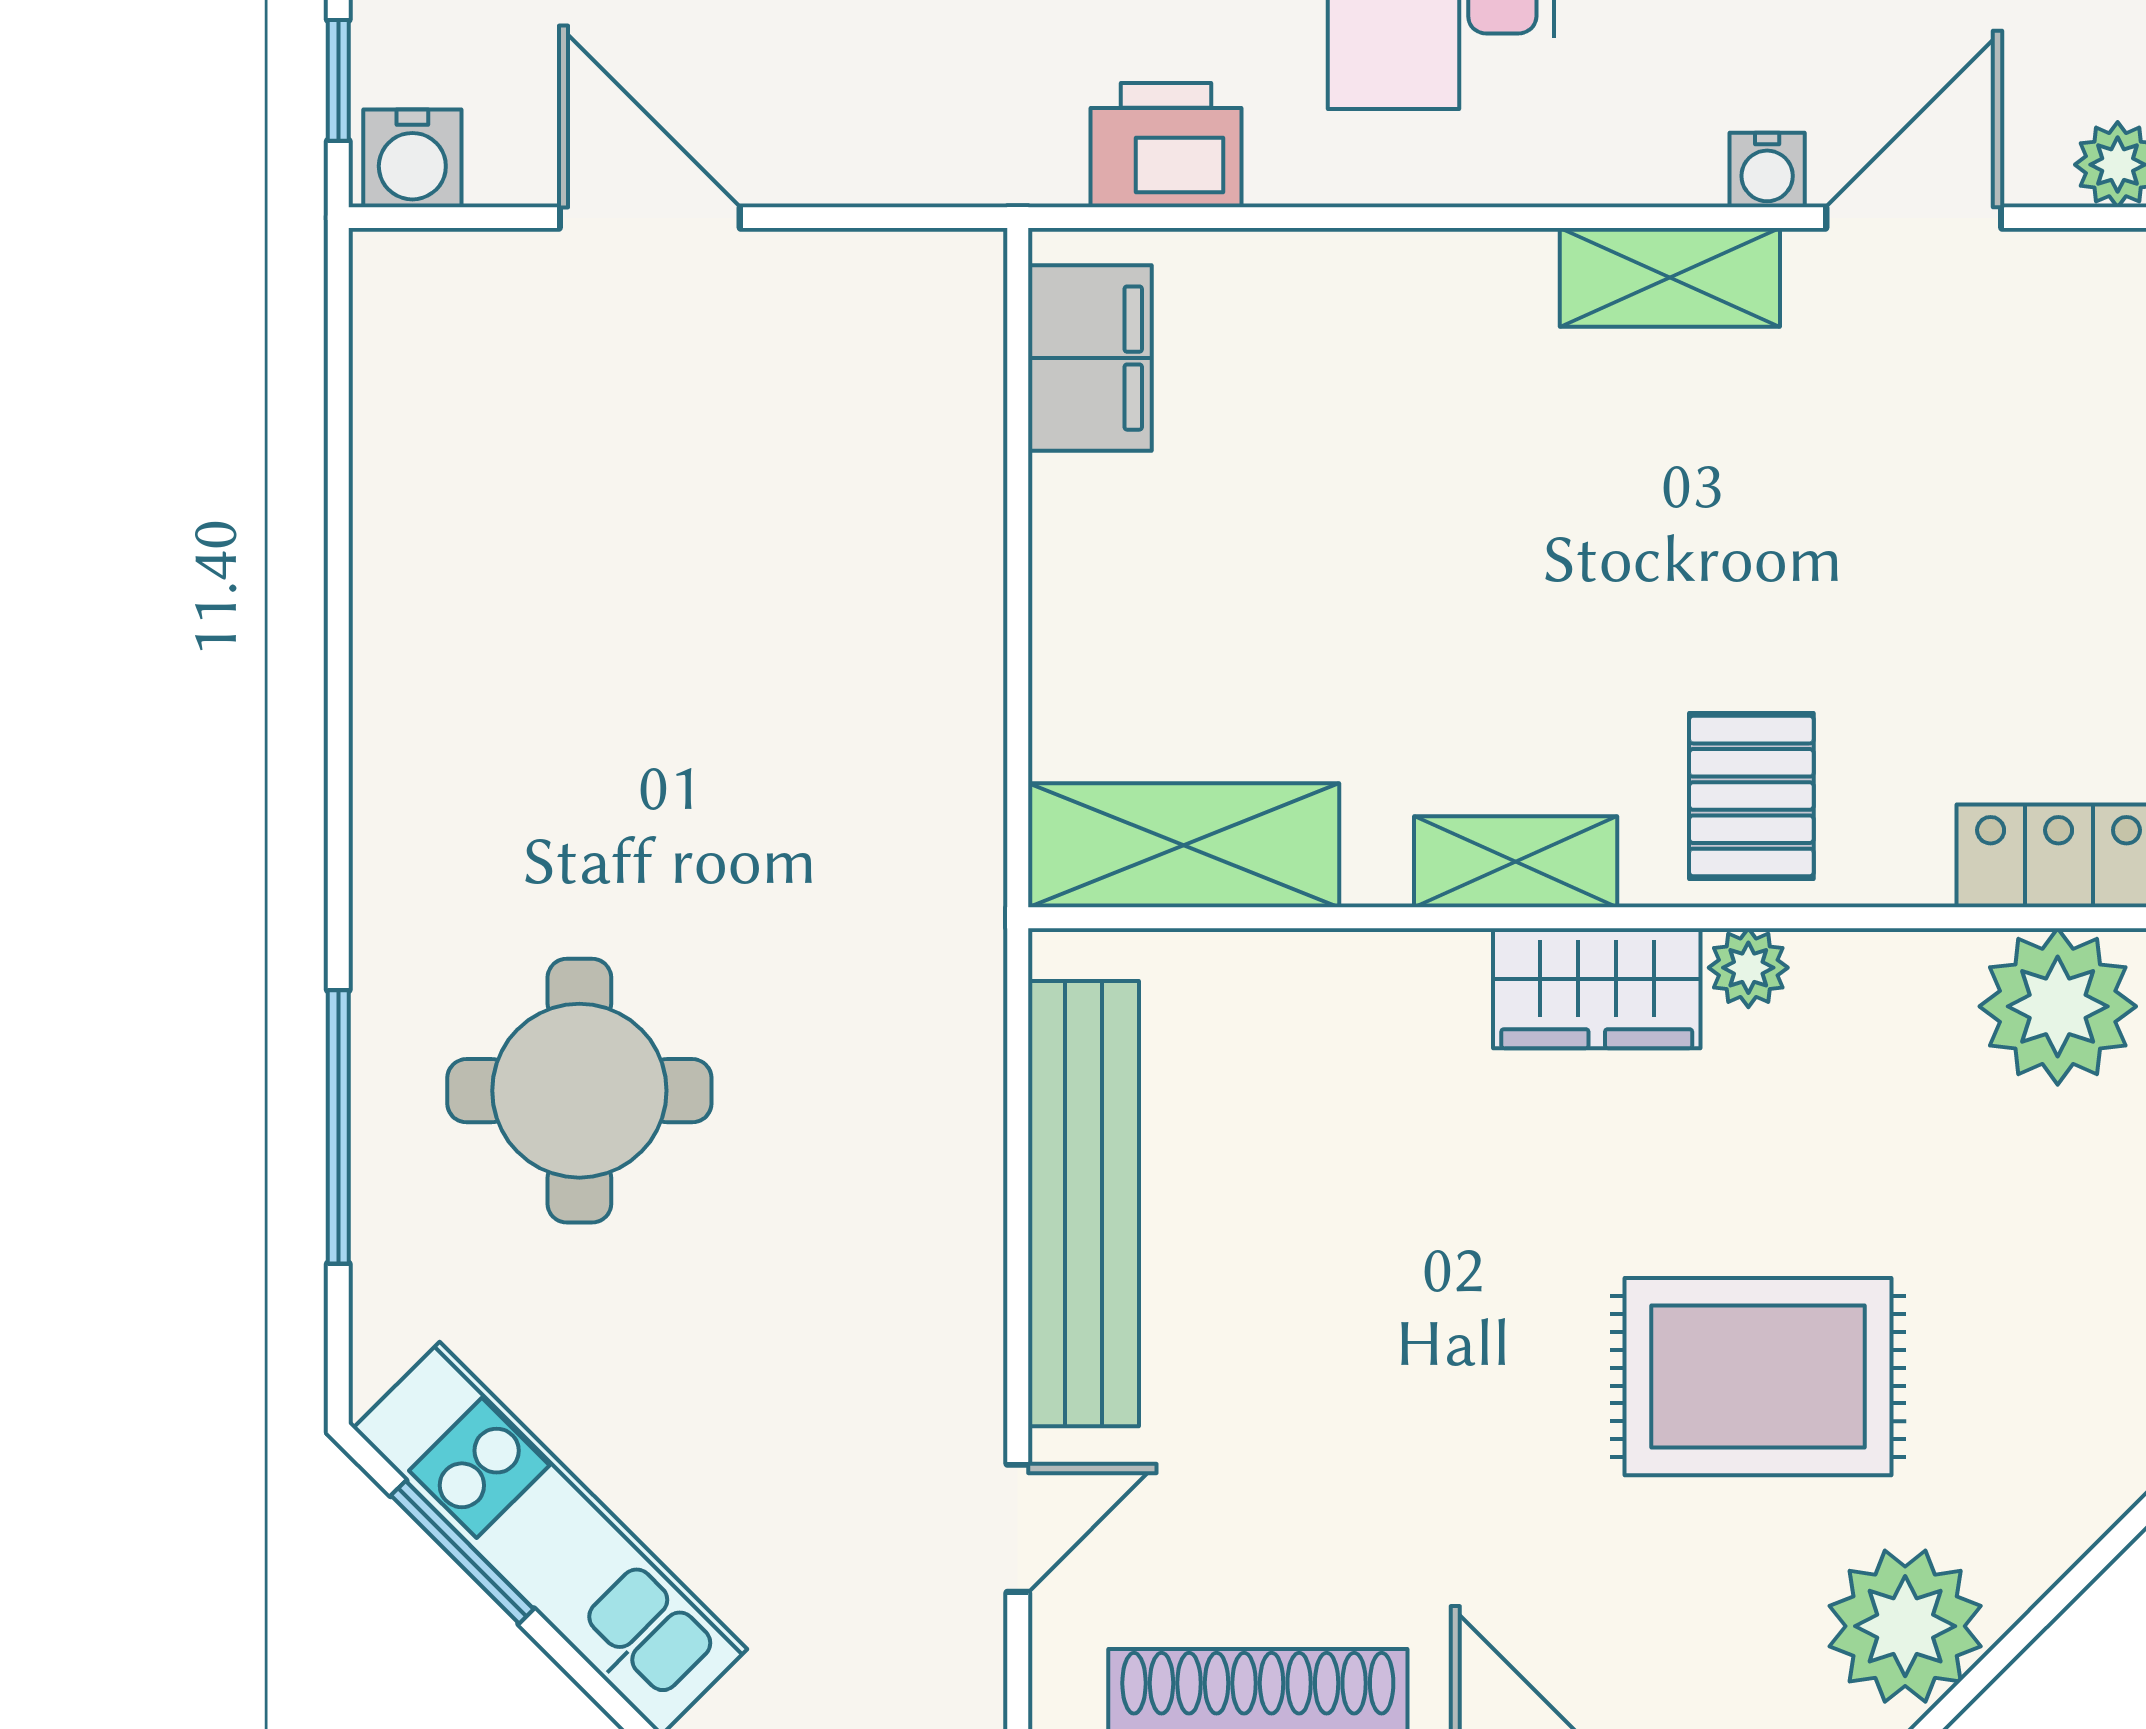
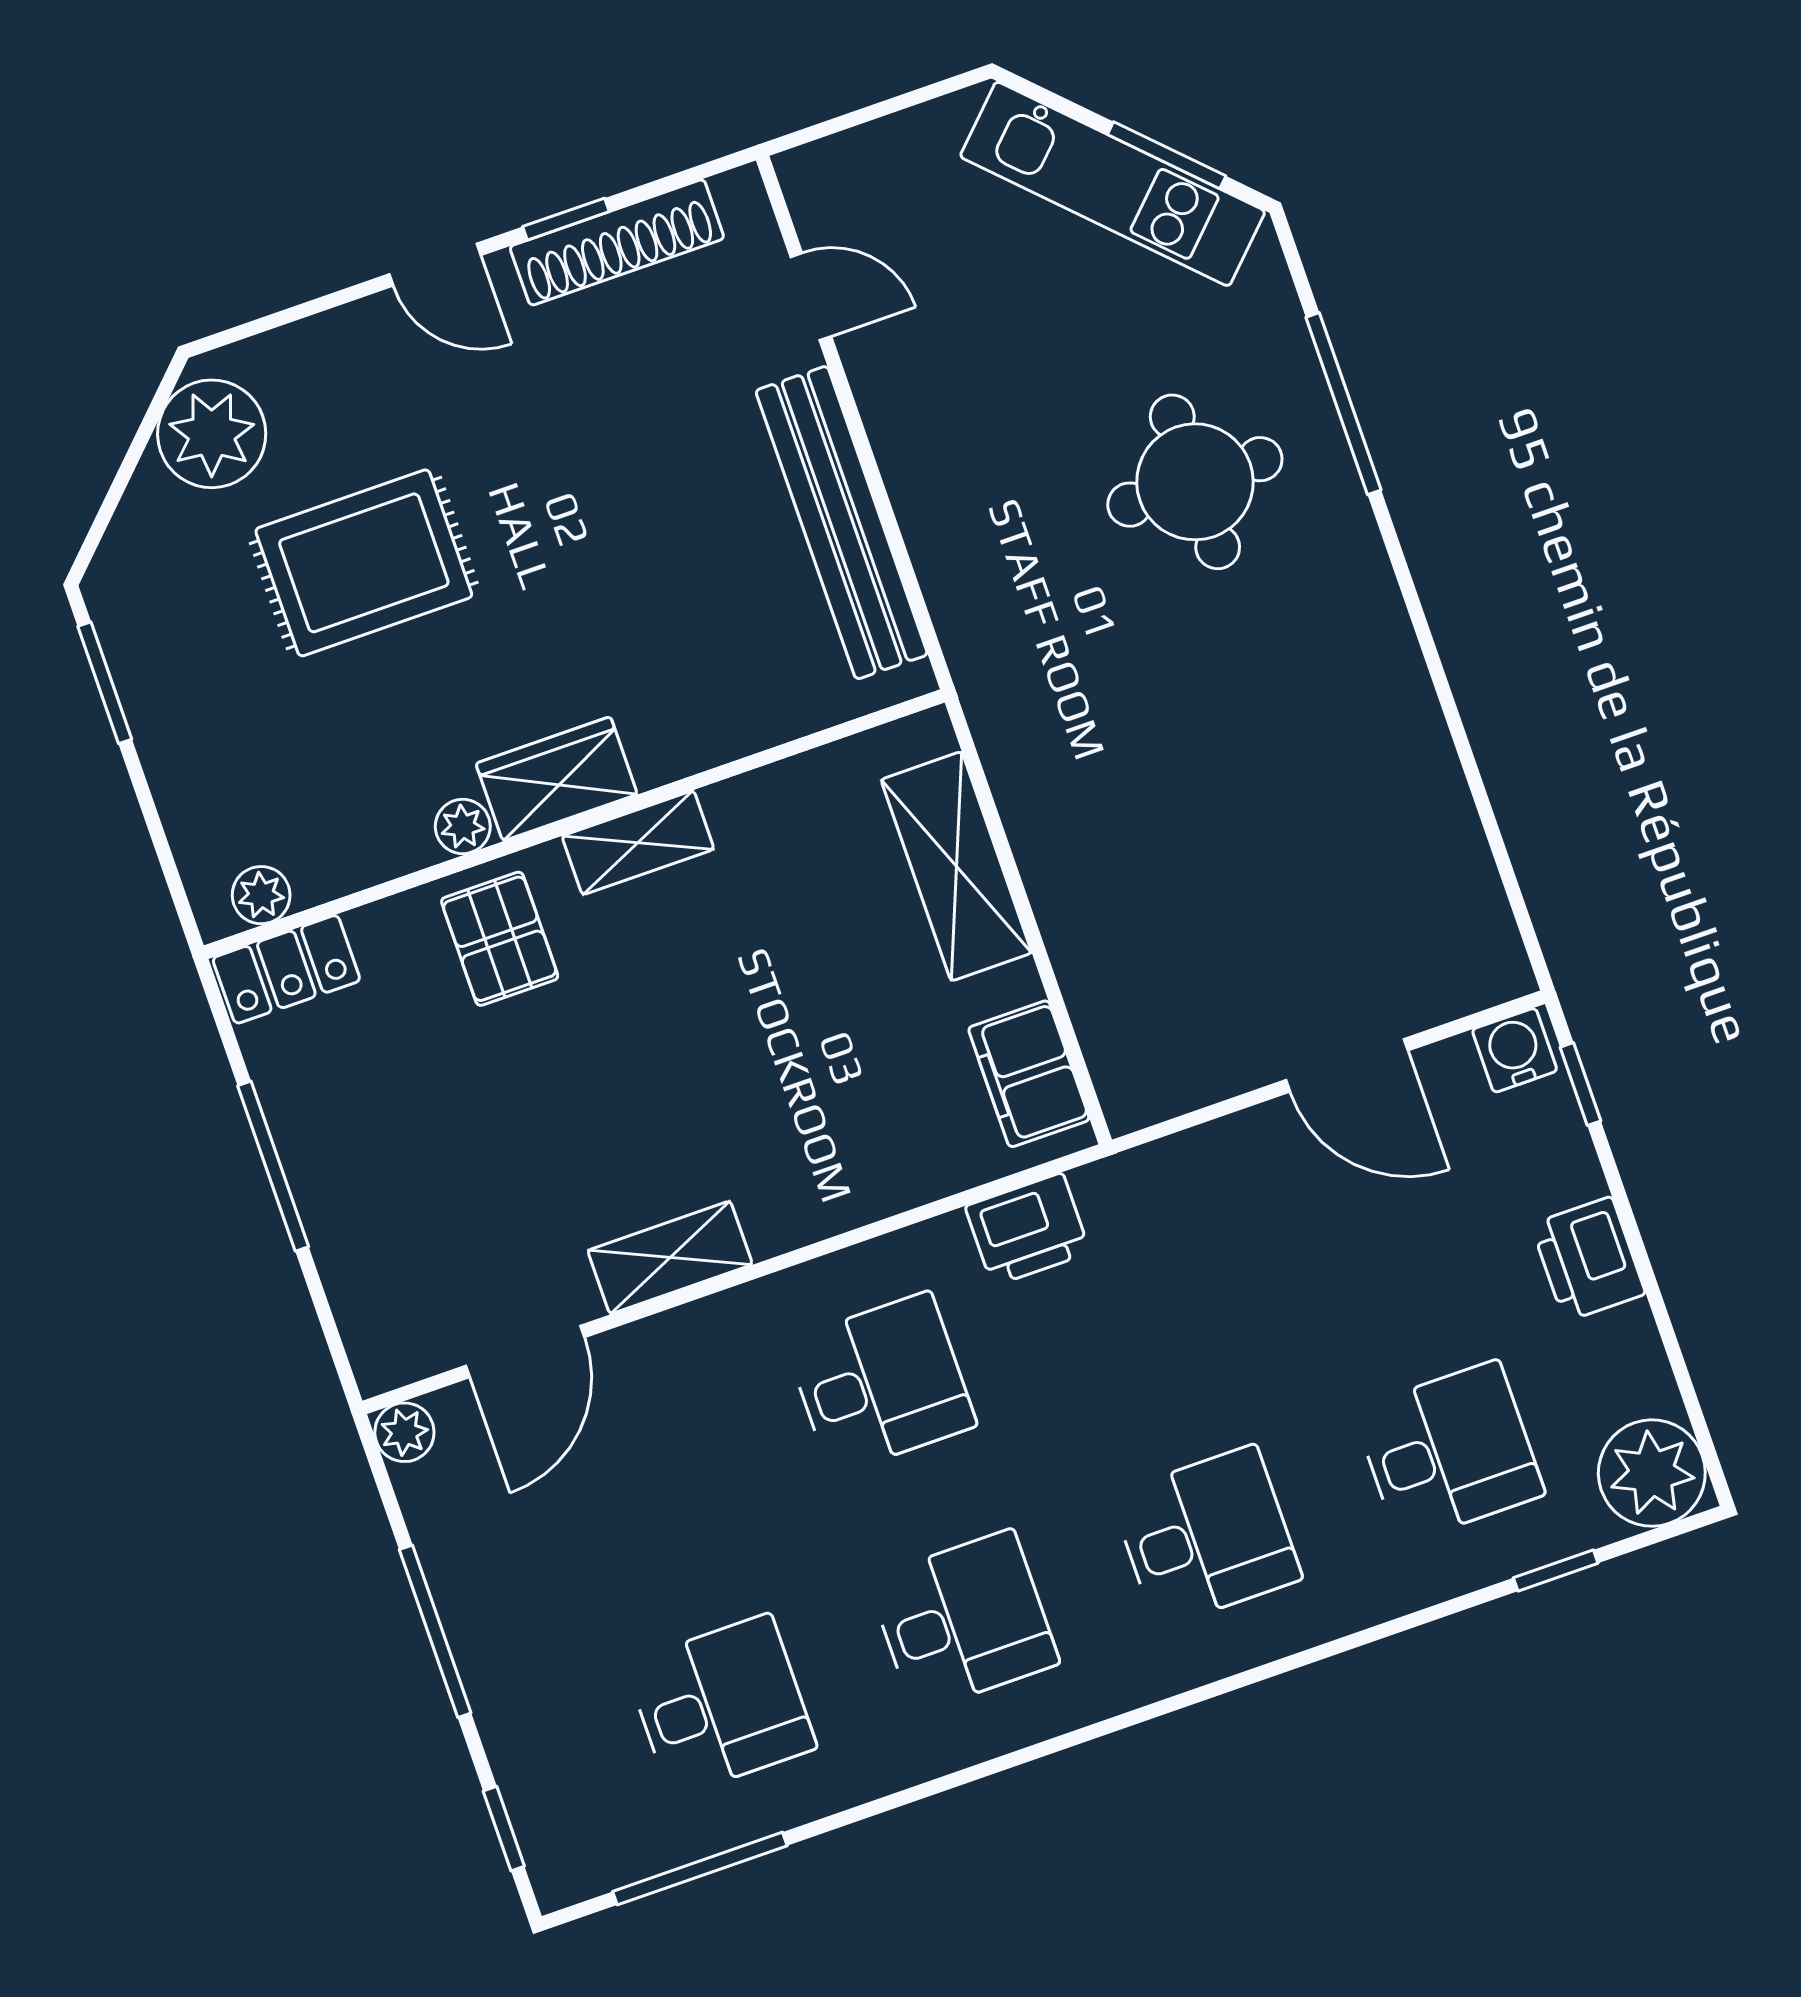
water cooler: (1767, 170) -> (631, 1349), removed
shelving: (1184, 845) -> (956, 866), moved, turned 90
plant: (2058, 1006) -> (261, 895), width x0.53, depth x0.53
door: (1018, 1528) -> (811, 297), swing flipped

